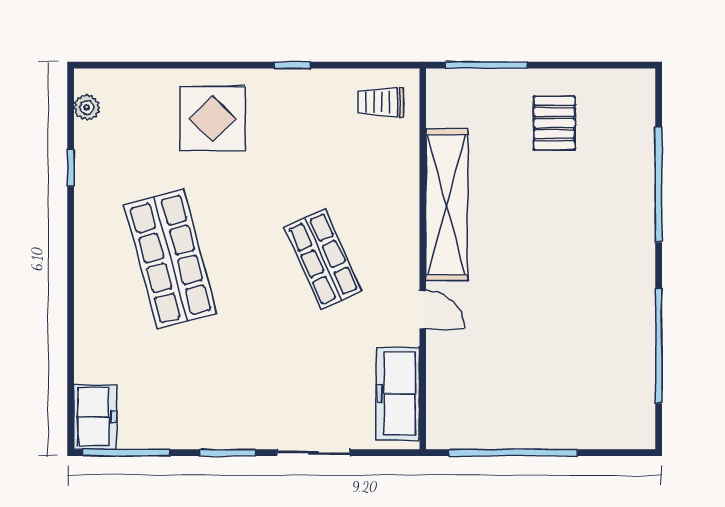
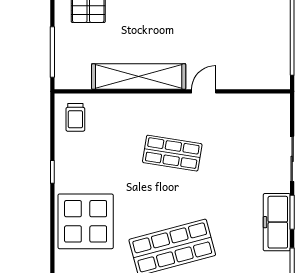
display table: (213, 119) -> (86, 221), width x1.36, depth x1.36
shop shelf: (323, 259) -> (172, 153), turned 33
freezer: (398, 394) -> (277, 222), moved, turned 90

